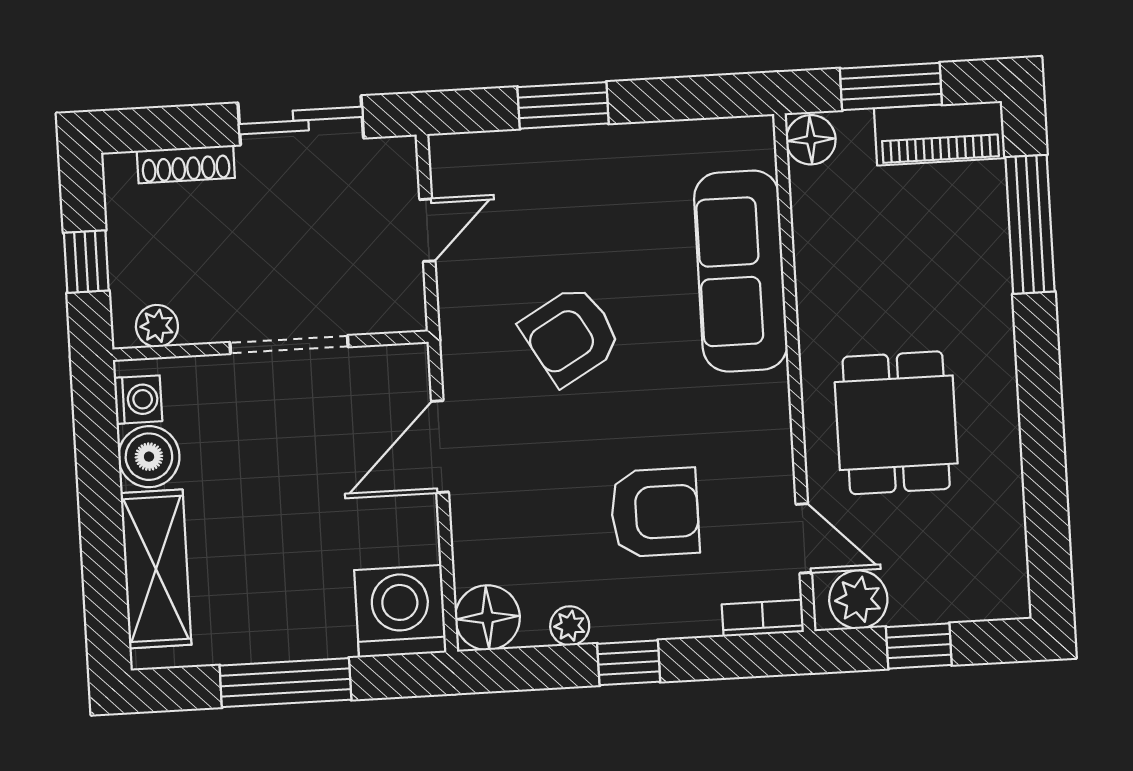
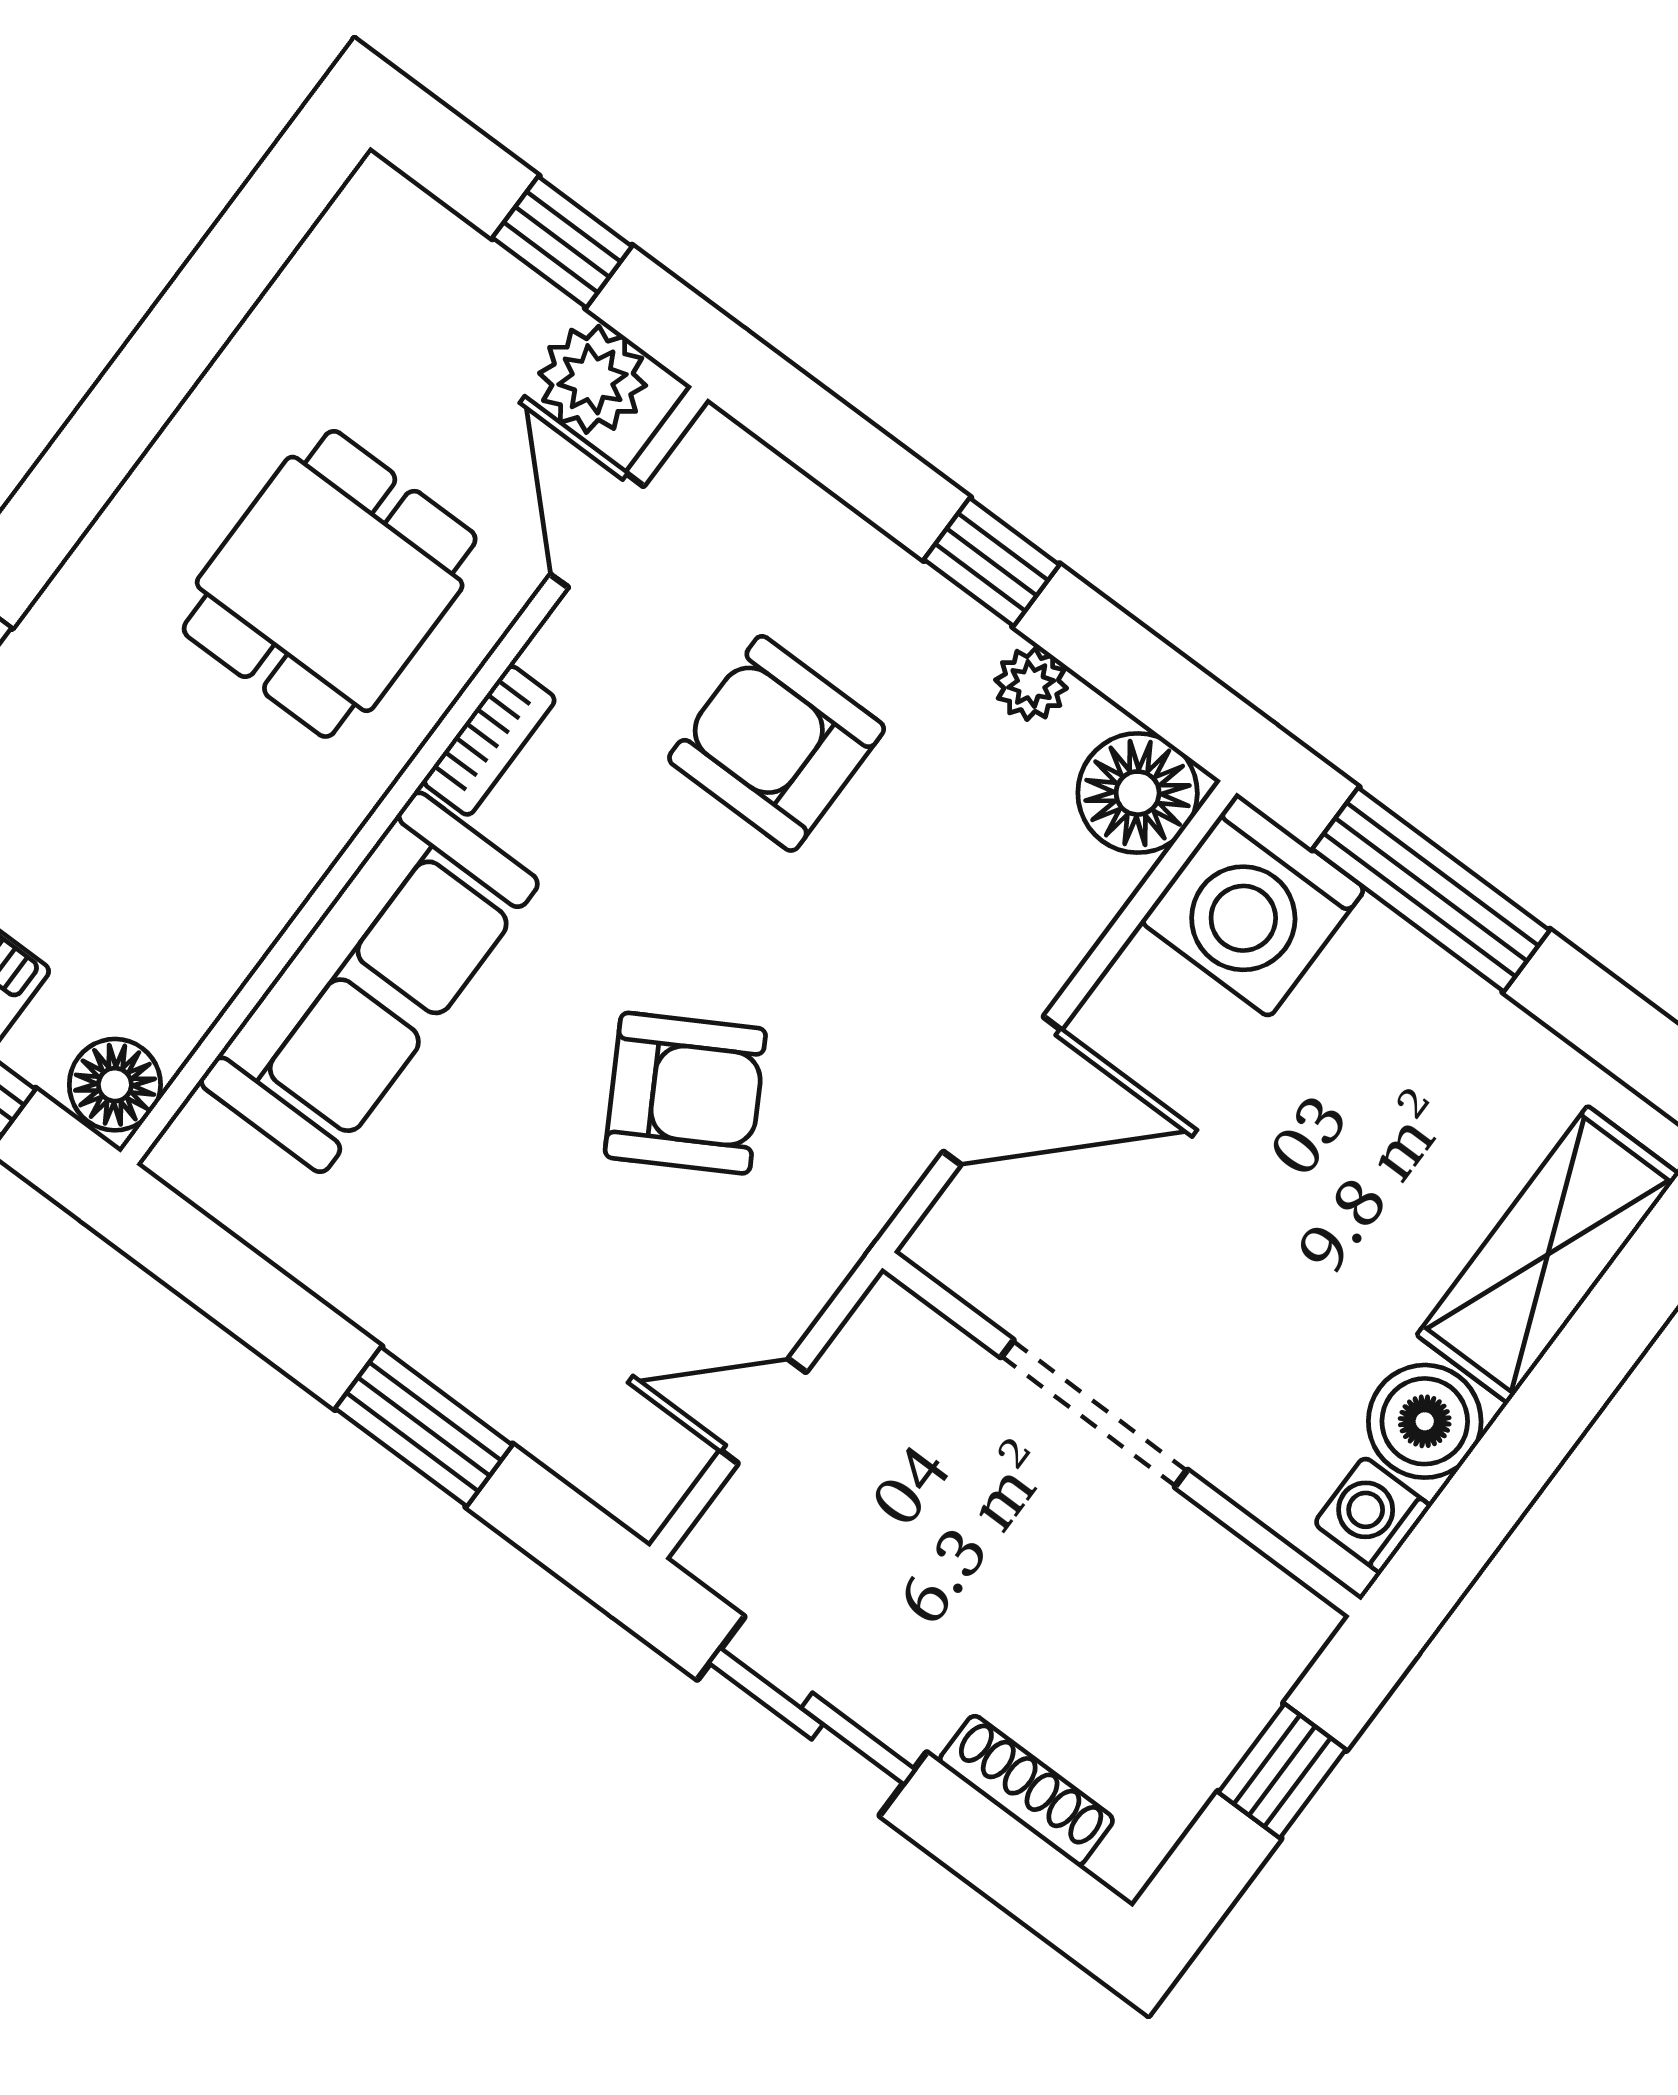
plant: (157, 326) -> (1259, 1596), removed
bookcase: (763, 618) -> (489, 740), moved, turned -90
window: (285, 683) -> (1431, 890), moved

